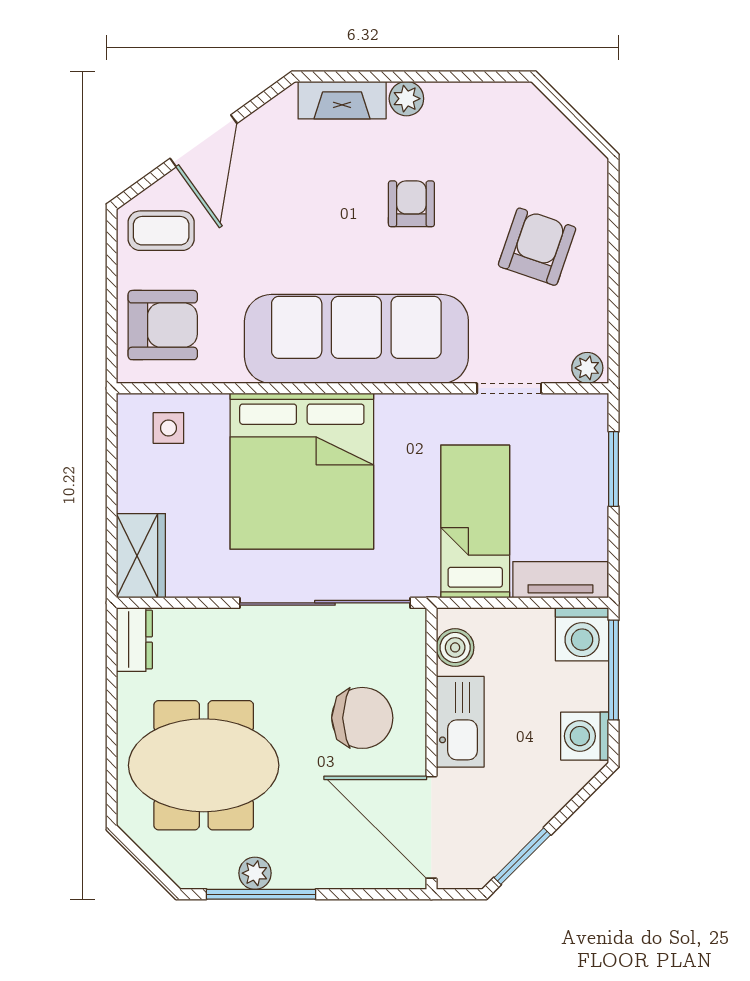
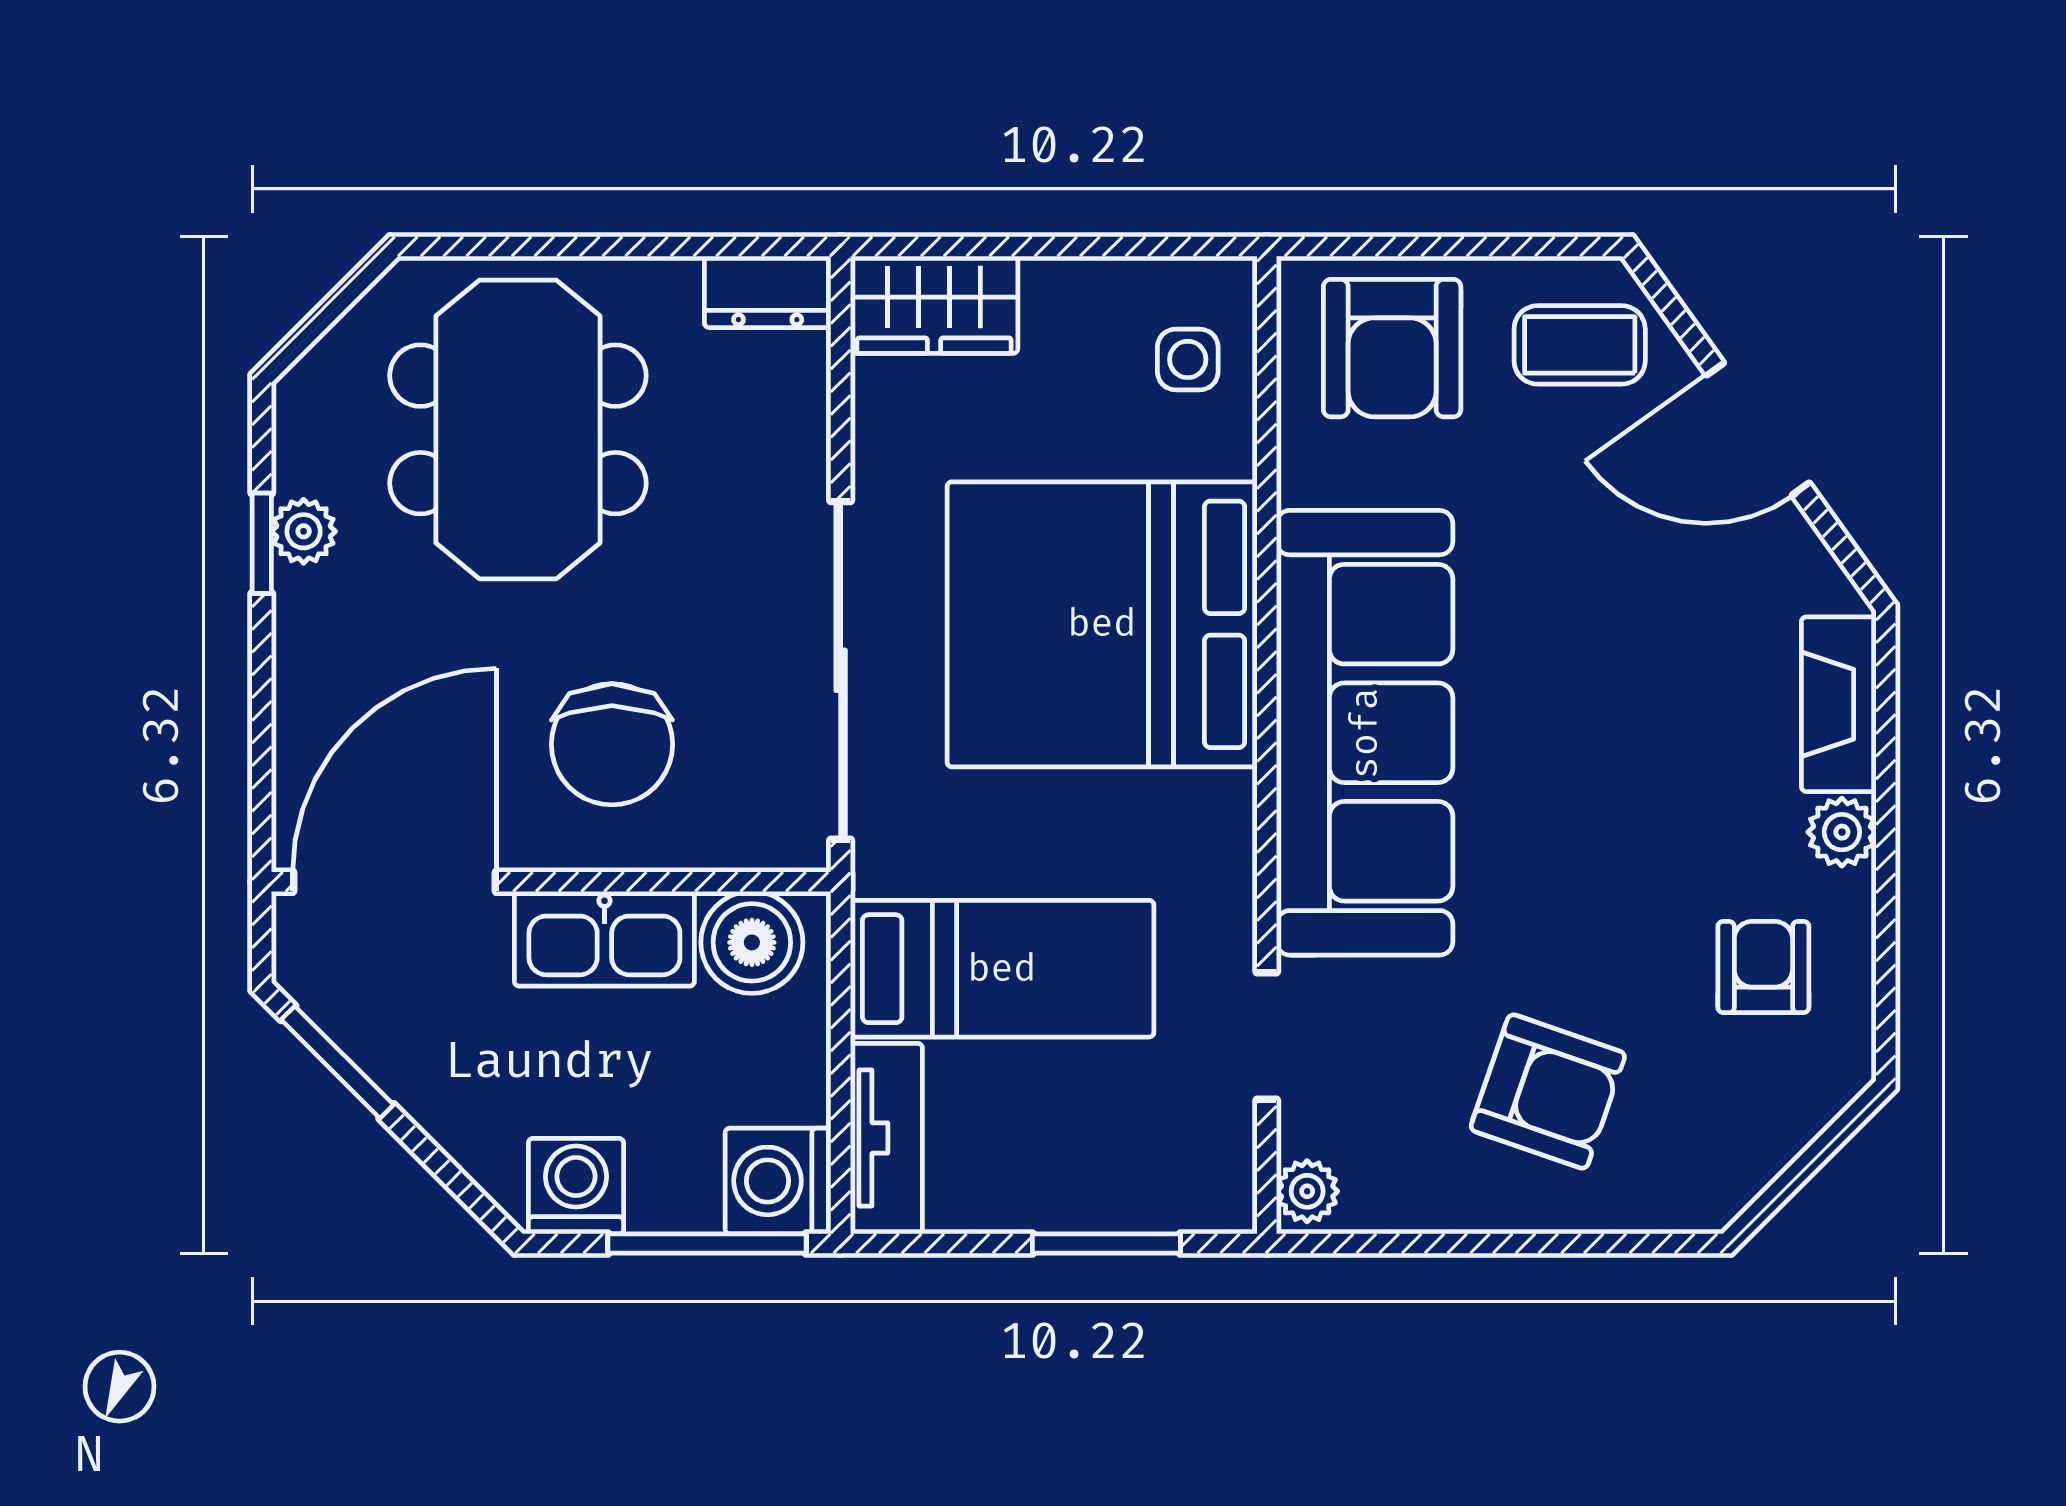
armchair: (411, 204) -> (1763, 967), moved, turned -90
coffee table: (161, 231) -> (1580, 345), turned 90
boiler: (455, 647) -> (752, 942), width x1.36, depth x1.36
window: (261, 894) -> (262, 543), width x0.46

